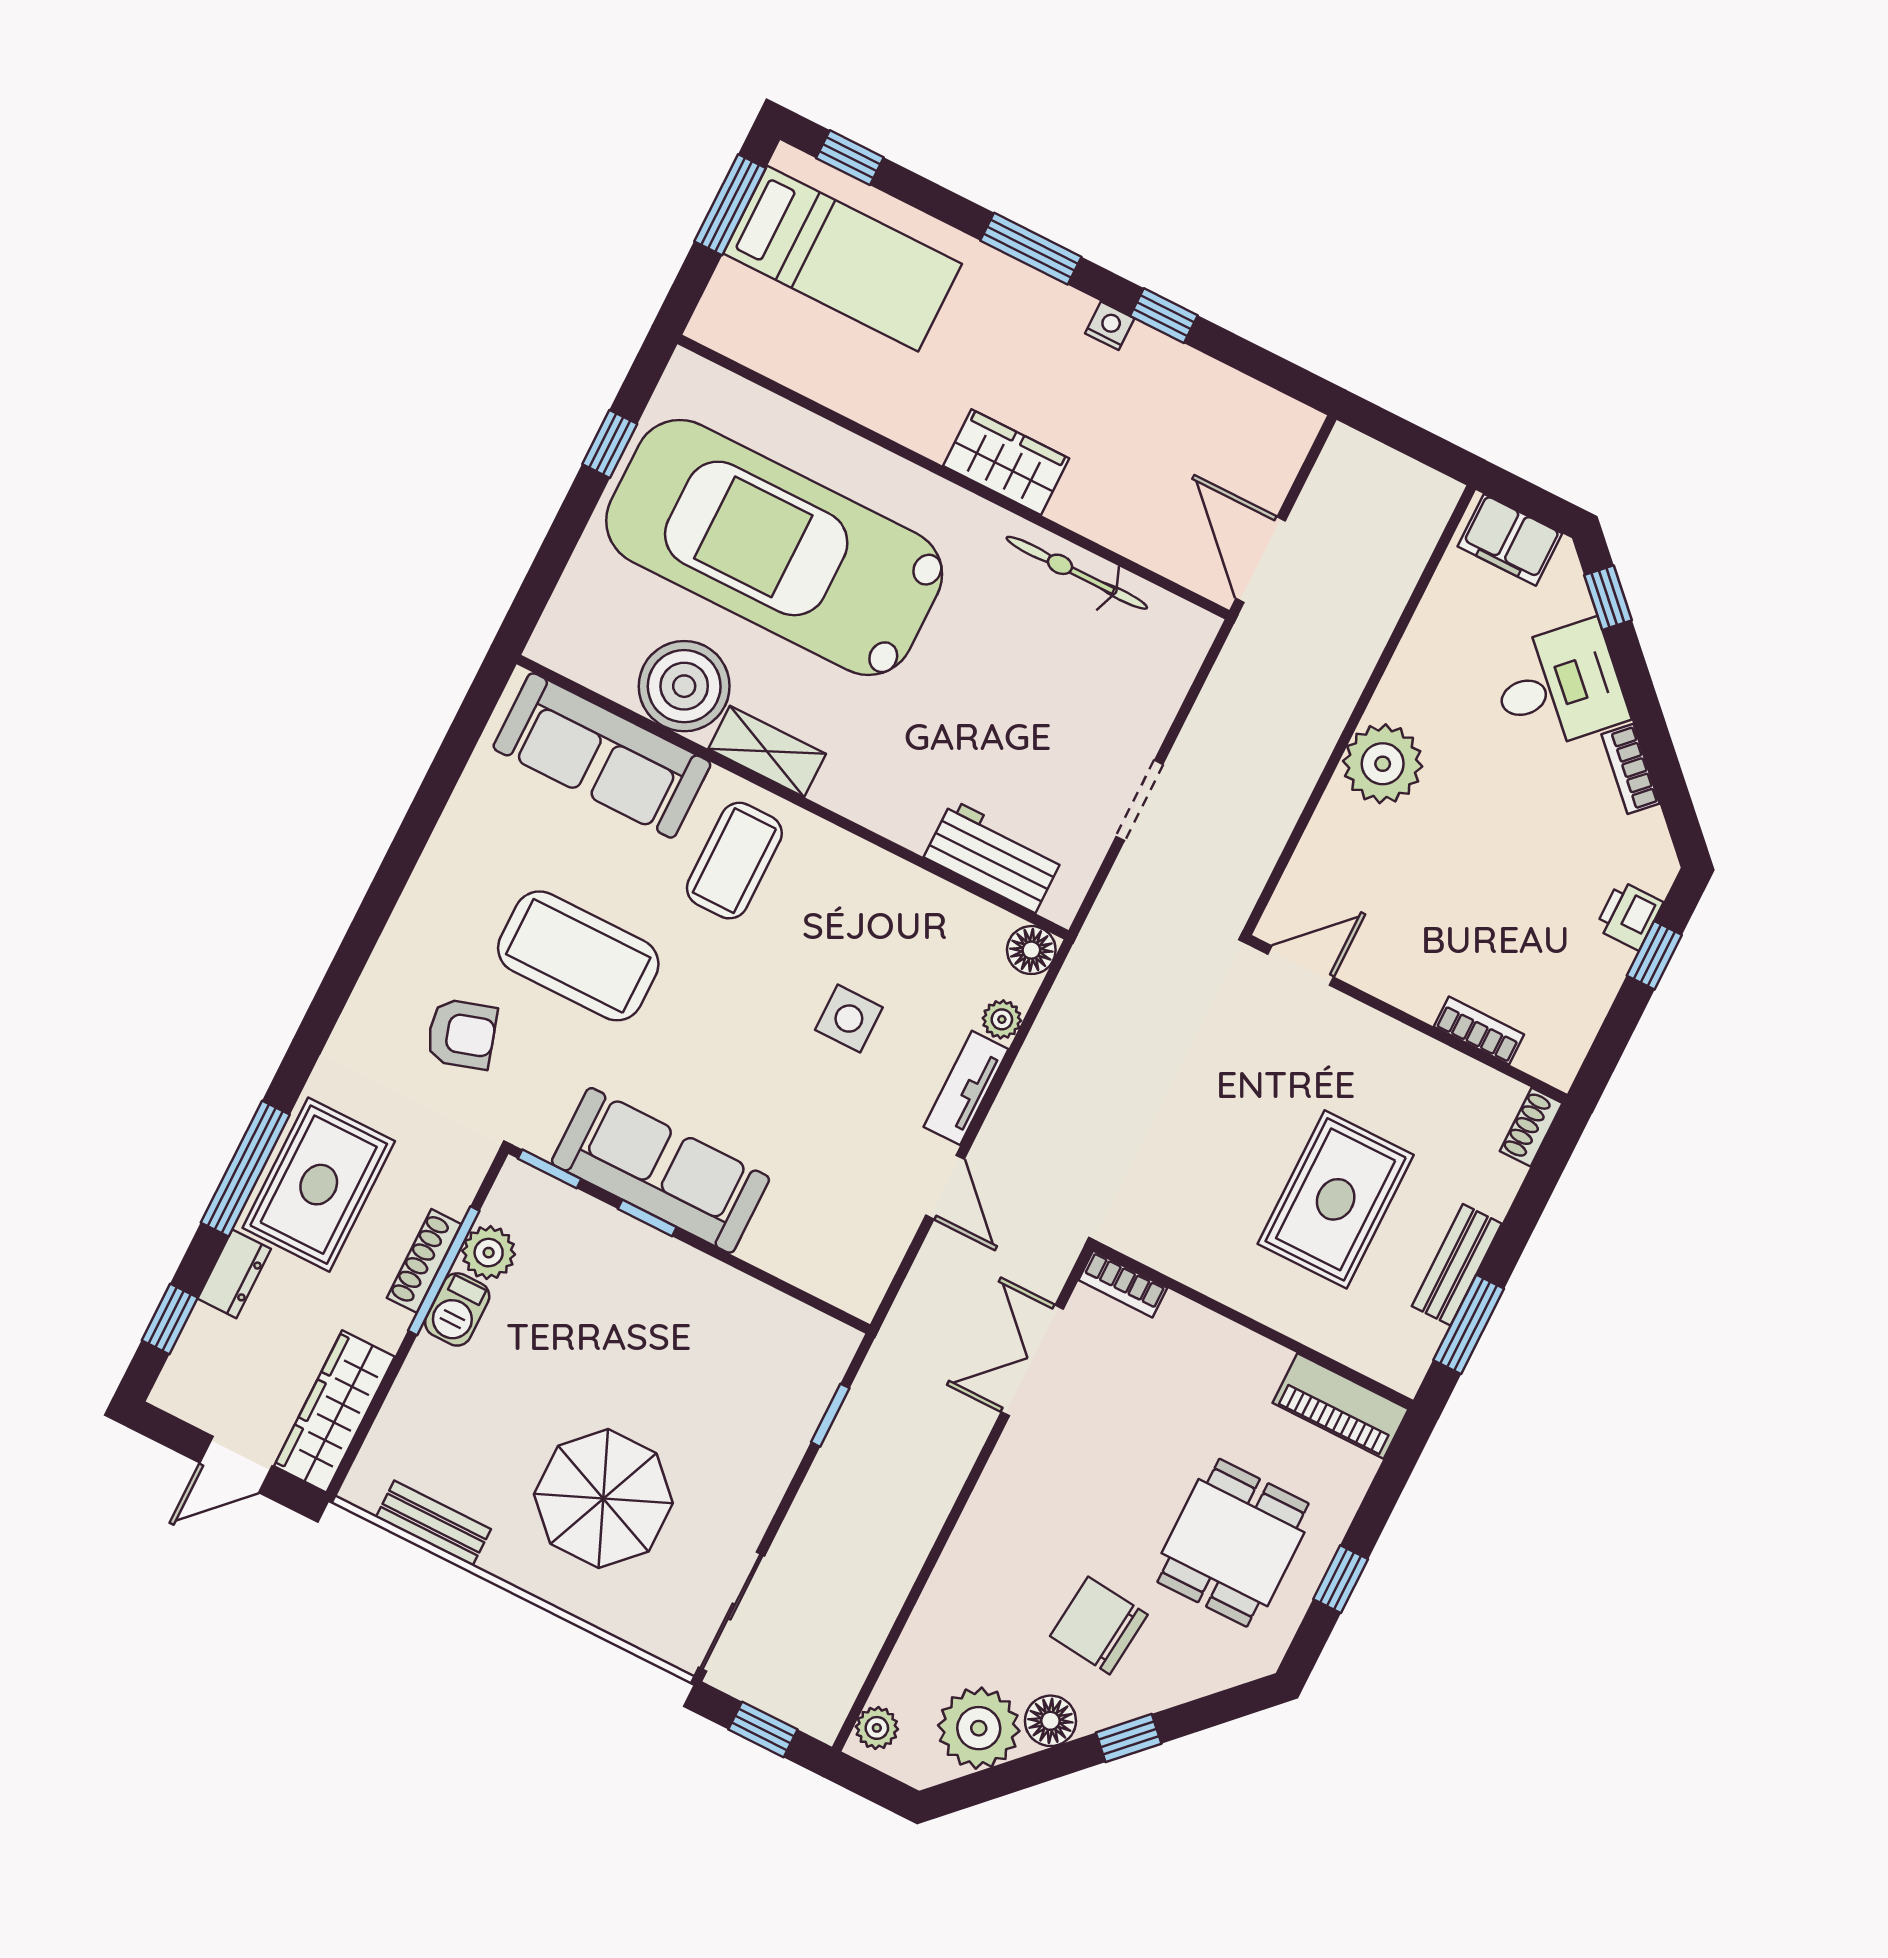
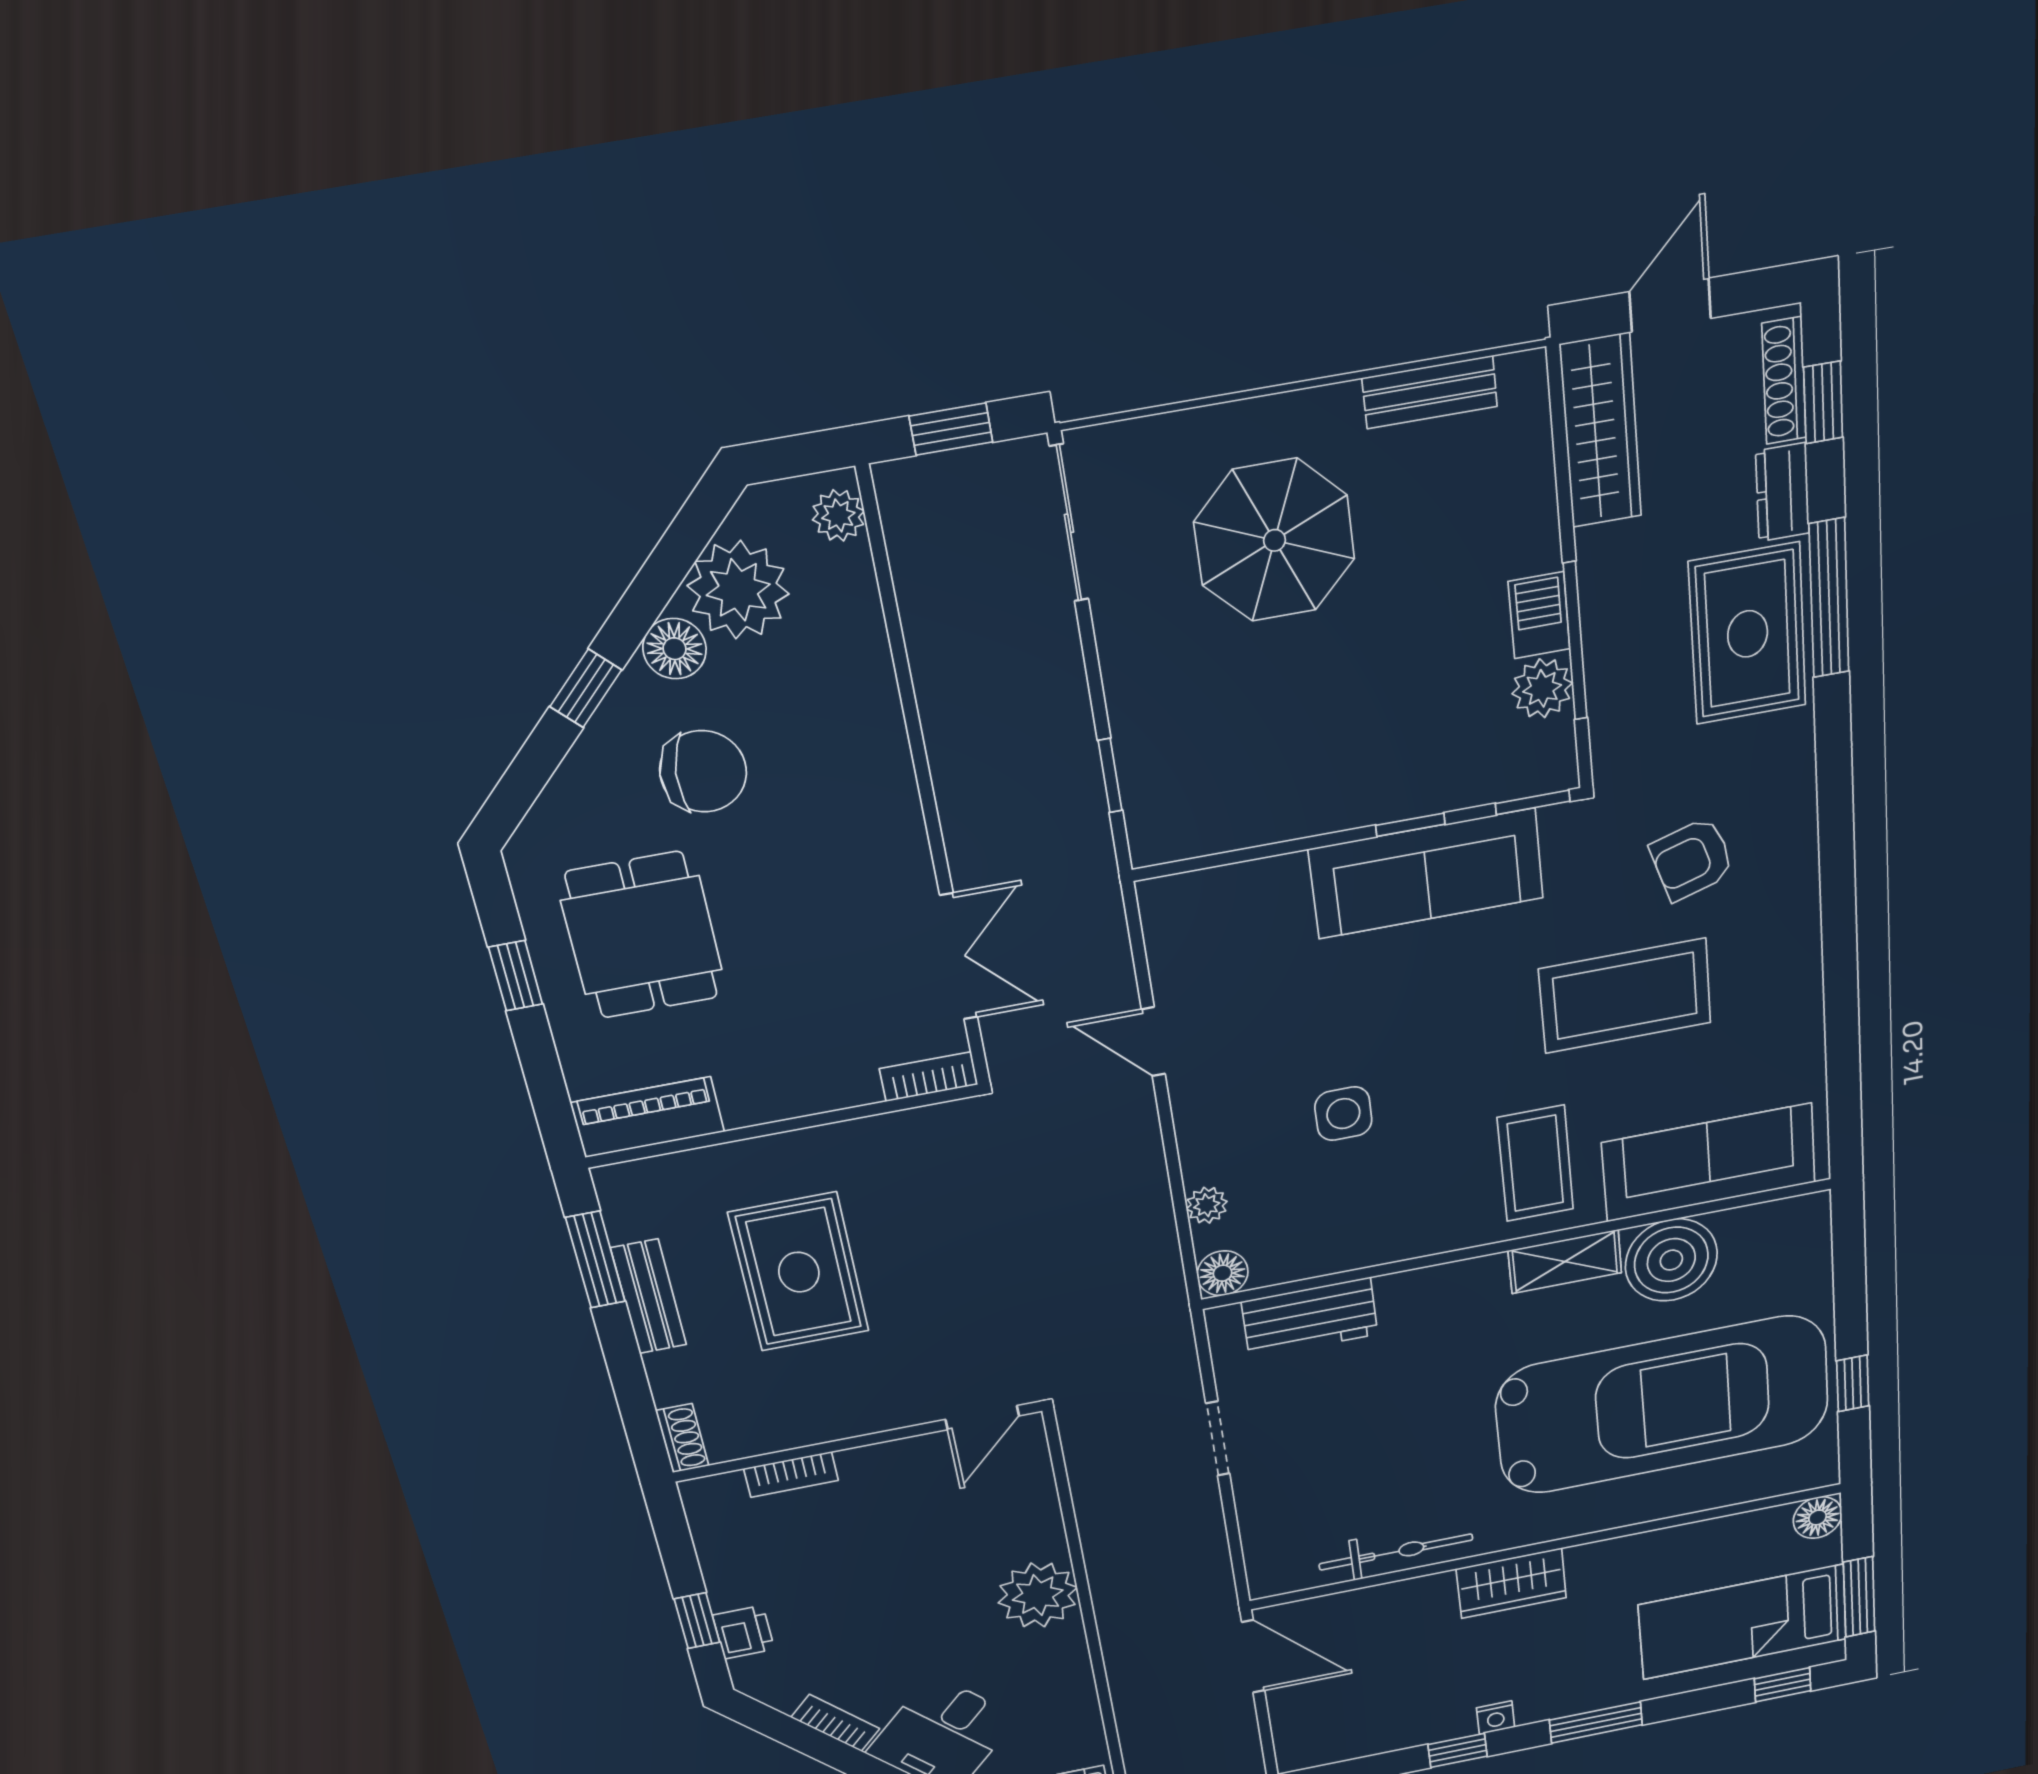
floor lamp: (716, 323) -> (1818, 1517), added
tv unit: (966, 1088) -> (1197, 1132), removed
shoe rack: (424, 1261) -> (1784, 381), moved, turned 180

